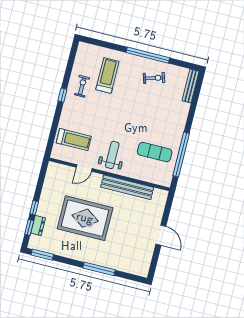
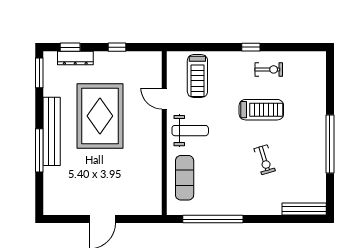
treadmill: (107, 75) -> (261, 110), moved
exercise bike: (154, 78) -> (265, 160), moved
exercise mat: (155, 152) -> (185, 178), moved
bench: (127, 187) -> (52, 131), moved
window: (34, 208) -> (117, 47), moved
dresser: (38, 226) -> (75, 58), width x1.44

